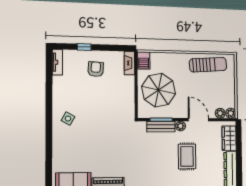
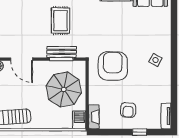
armchair: (111, 113) -> (113, 66), added
plant: (181, 126) -> (41, 52), removed
rug: (187, 156) -> (60, 21), moved

